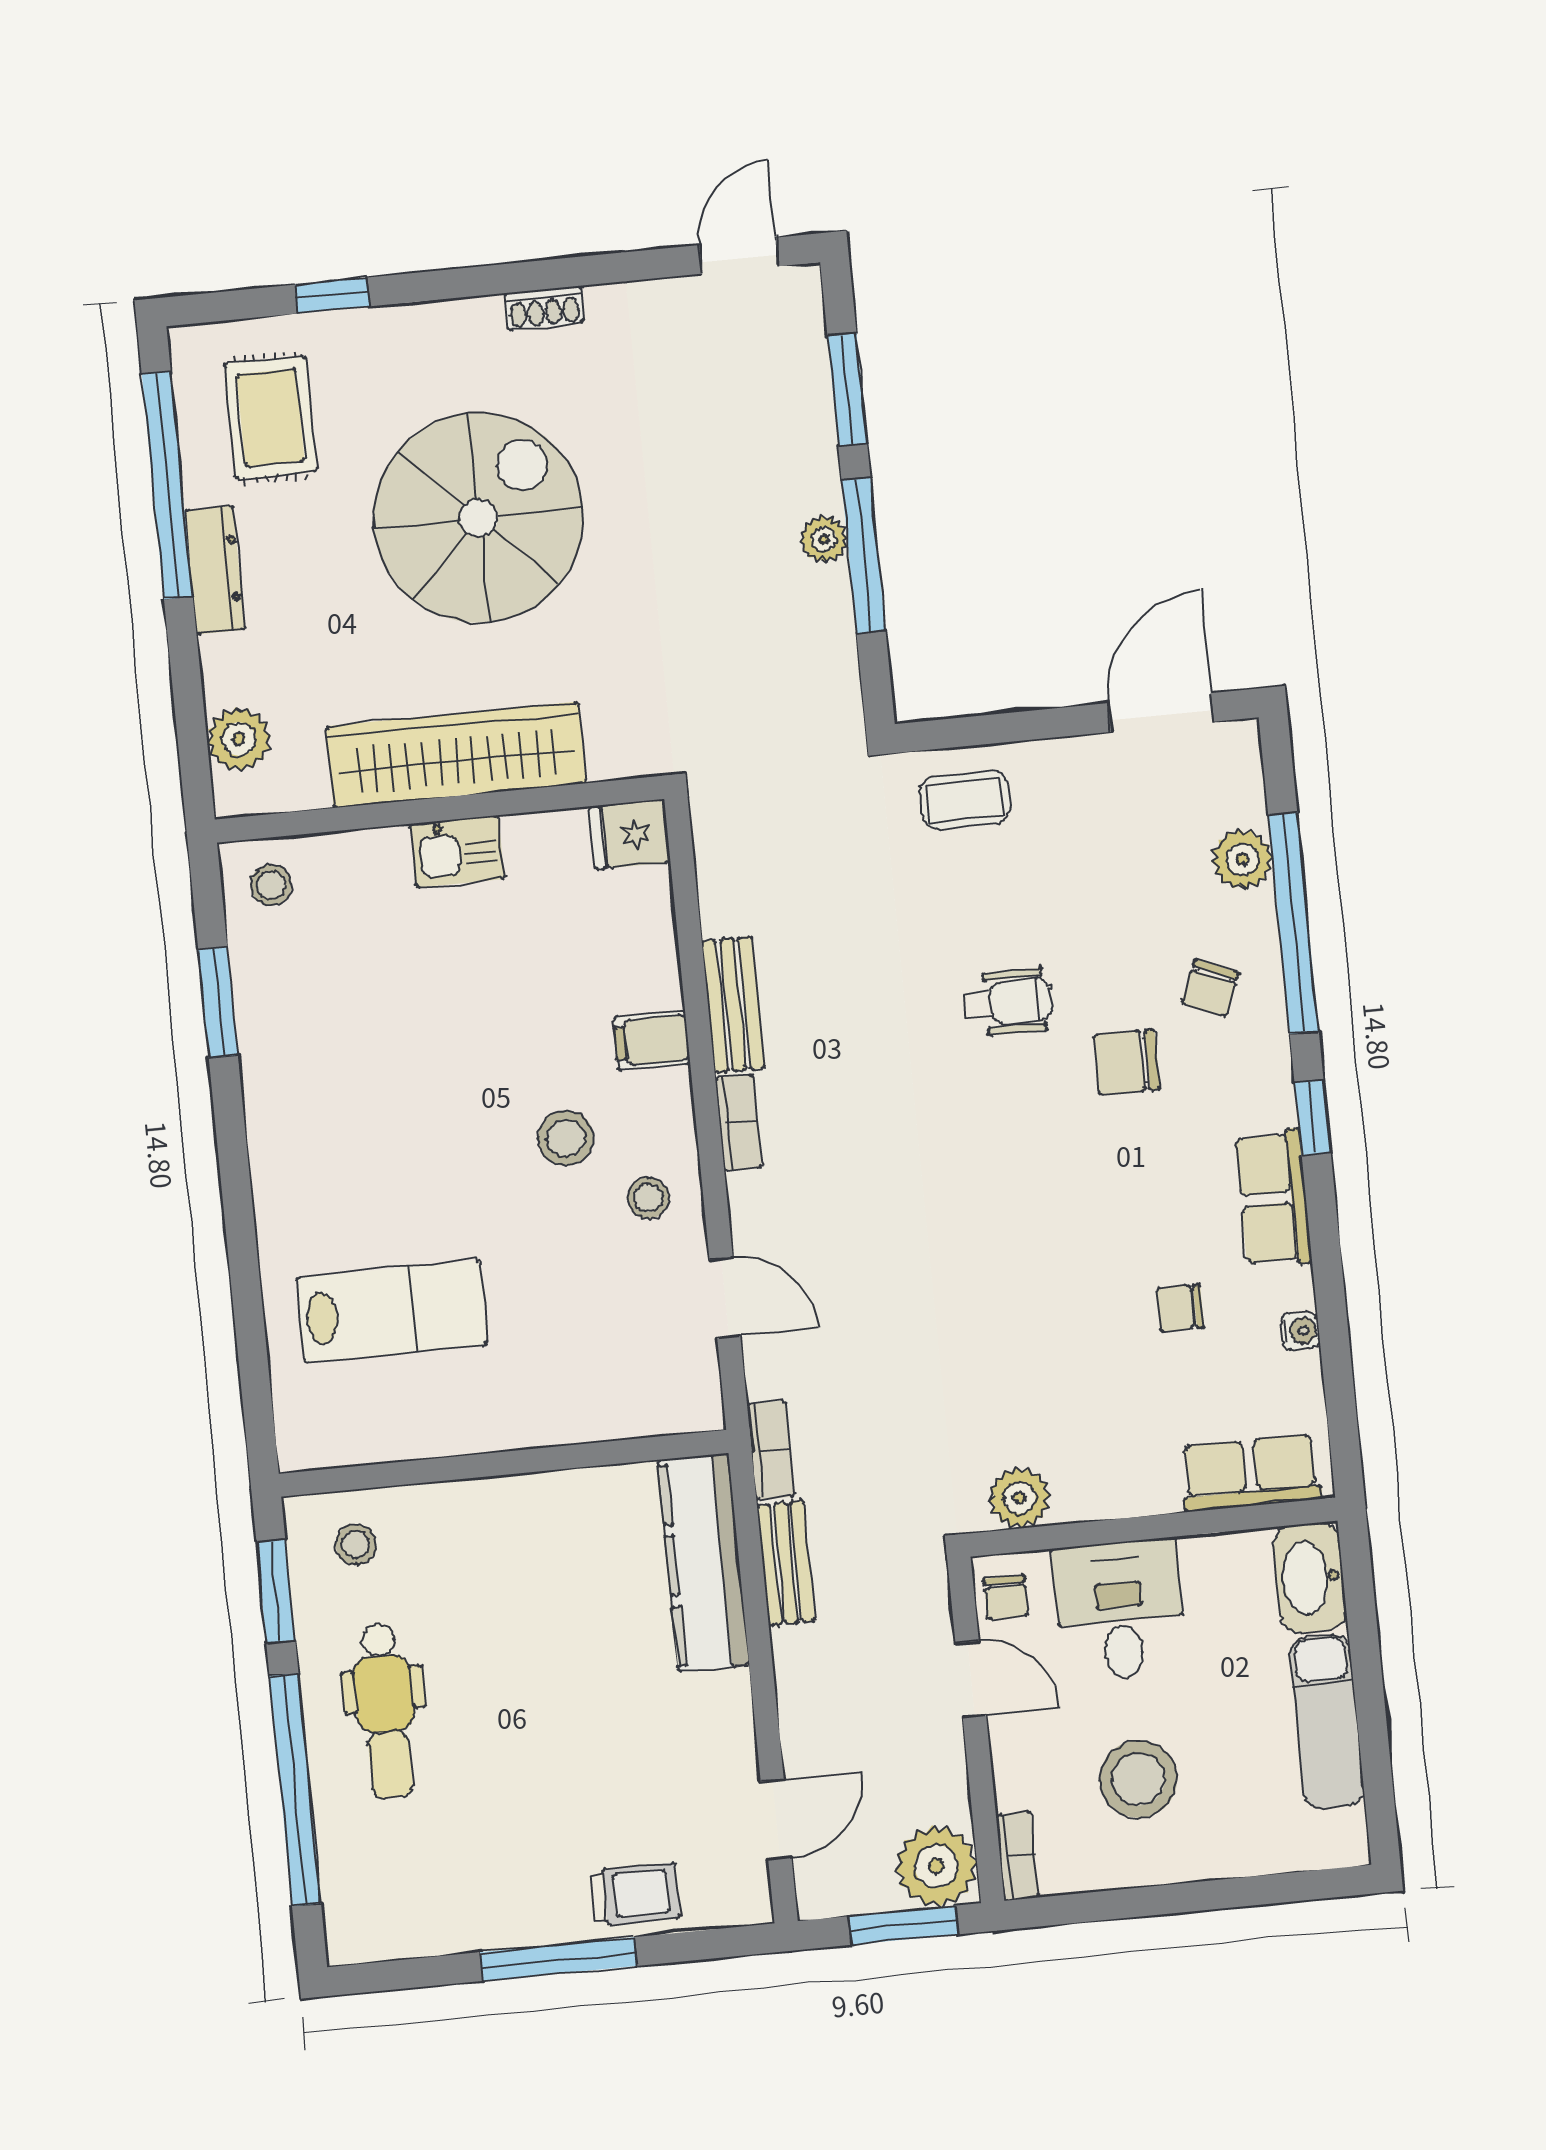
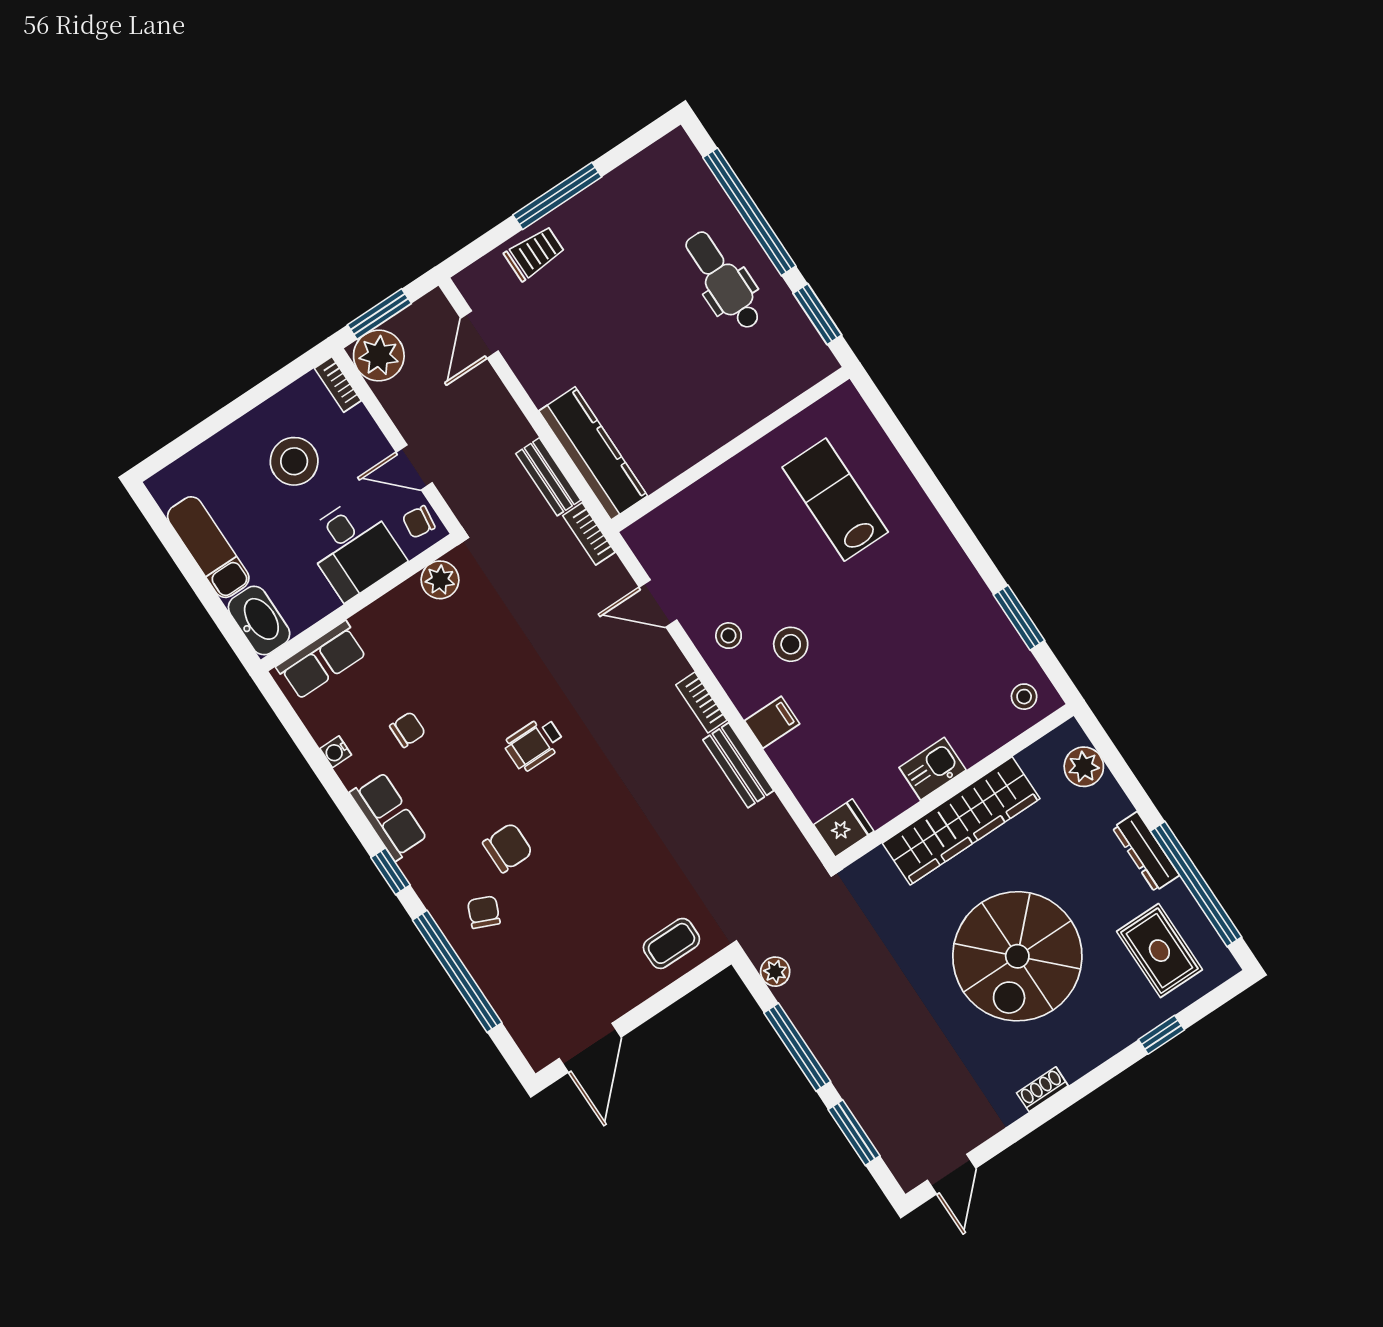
plant: (824, 539) -> (775, 972), moved
plant: (1242, 859) -> (504, 991), removed
wheelchair: (1008, 1002) -> (534, 744), moved
lab bench: (392, 1312) -> (835, 500), turned 90
stool: (356, 1544) -> (787, 363), removed
chair: (1006, 1597) -> (419, 522), turned -82
trolley: (635, 1894) -> (534, 253), turned 180

